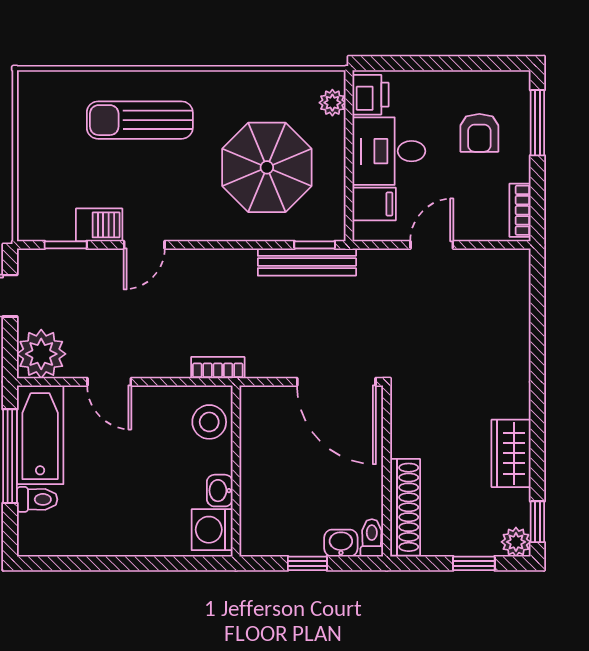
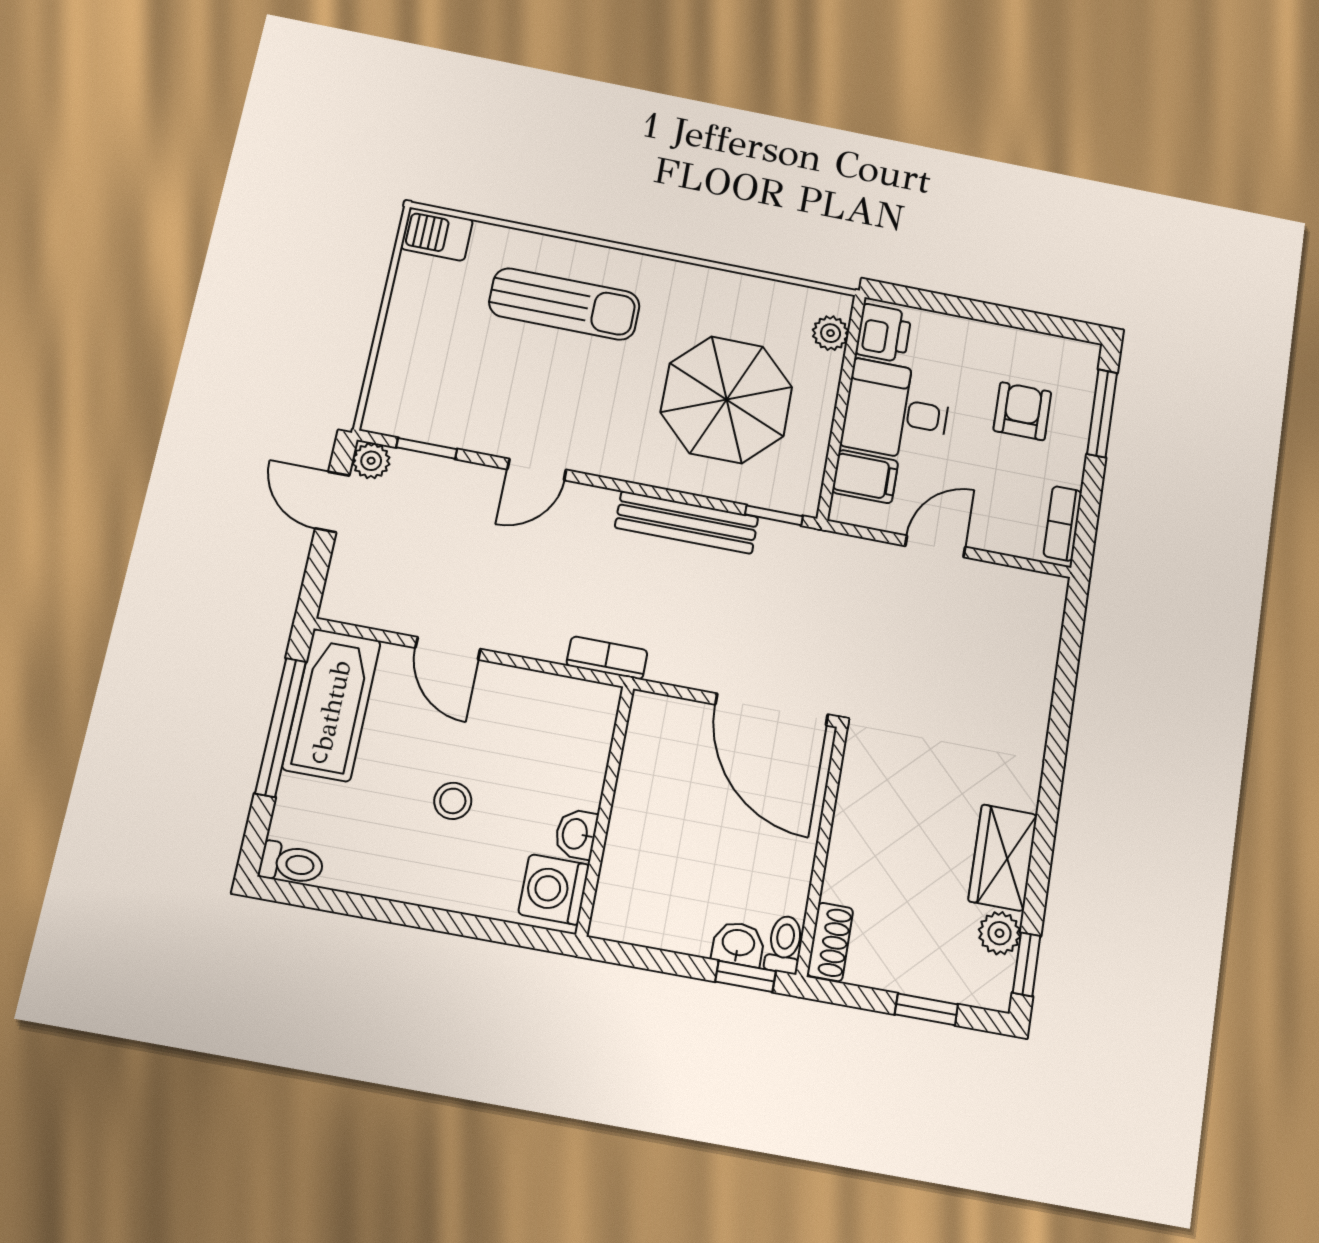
sun lounger: (140, 120) -> (564, 304), turned 180
armchair: (479, 133) -> (1022, 411), turned 180
barbecue: (99, 225) -> (437, 234), moved, turned 180
bench: (307, 262) -> (687, 522), moved
plant: (41, 354) -> (371, 461), moved, width x0.53, depth x0.53
stool: (209, 422) -> (453, 801), moved, width x0.73, depth x0.73
toilet: (37, 499) -> (292, 863), moved
shoe rack: (405, 507) -> (830, 942), width x0.51, depth x0.81
plant: (516, 542) -> (999, 933), moved
window: (307, 563) -> (746, 976), moved

